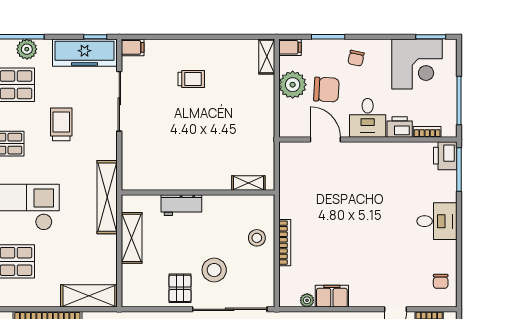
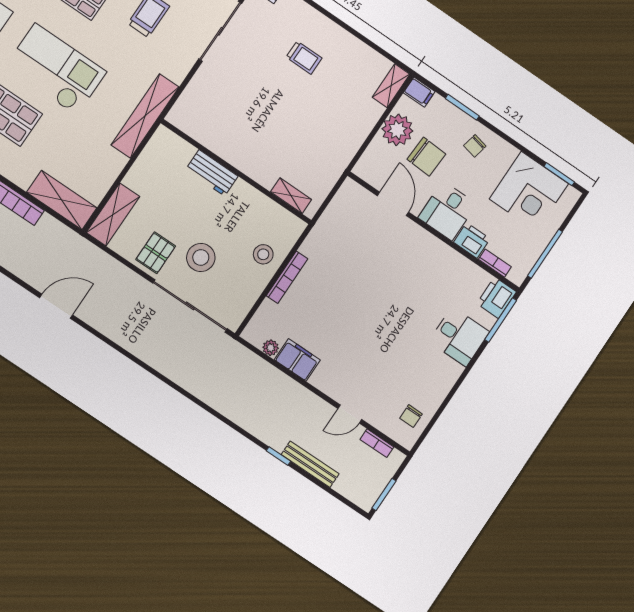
desk: (437, 221) -> (459, 337), moved
shelving: (132, 238) -> (113, 214), moved

